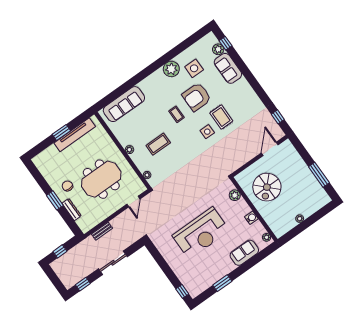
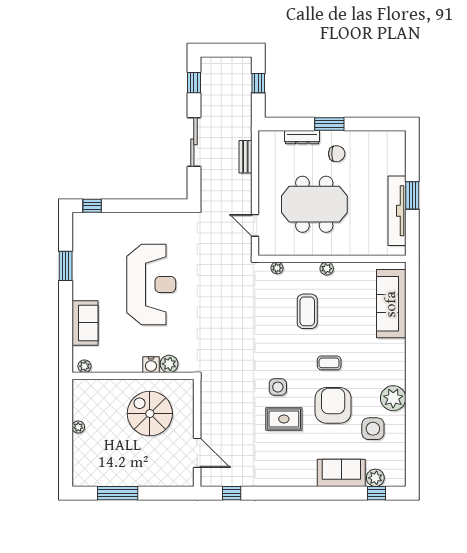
meeting table: (101, 179) -> (314, 204), turned 90
water cooler: (251, 218) -> (151, 365), moved
reception desk: (201, 233) -> (151, 284), turned 180

